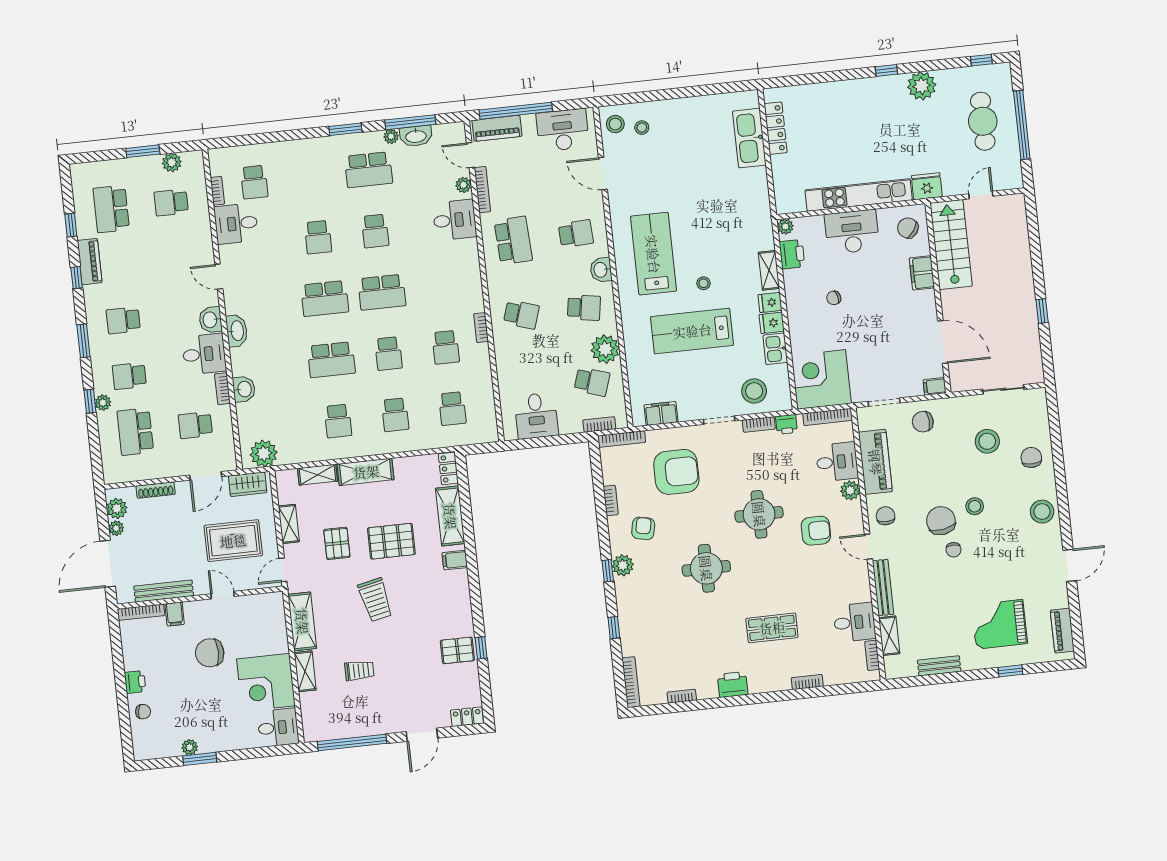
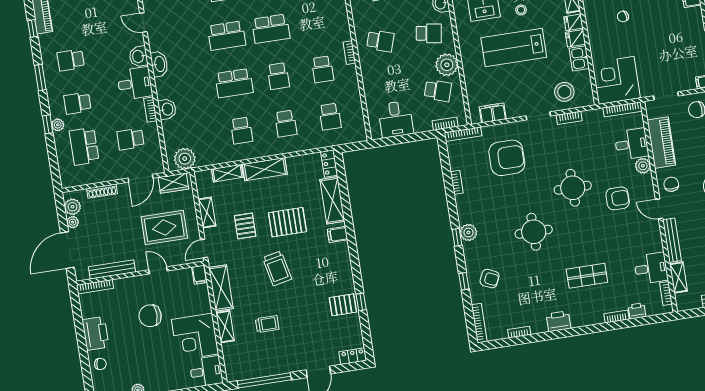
printer: (786, 424) -> (637, 311), moved, turned 180
armchair: (643, 528) -> (490, 279), moved, turned 103
filing cabinet: (175, 614) -> (200, 275), moved
printer: (135, 682) -> (95, 333), width x1.87, depth x1.48

